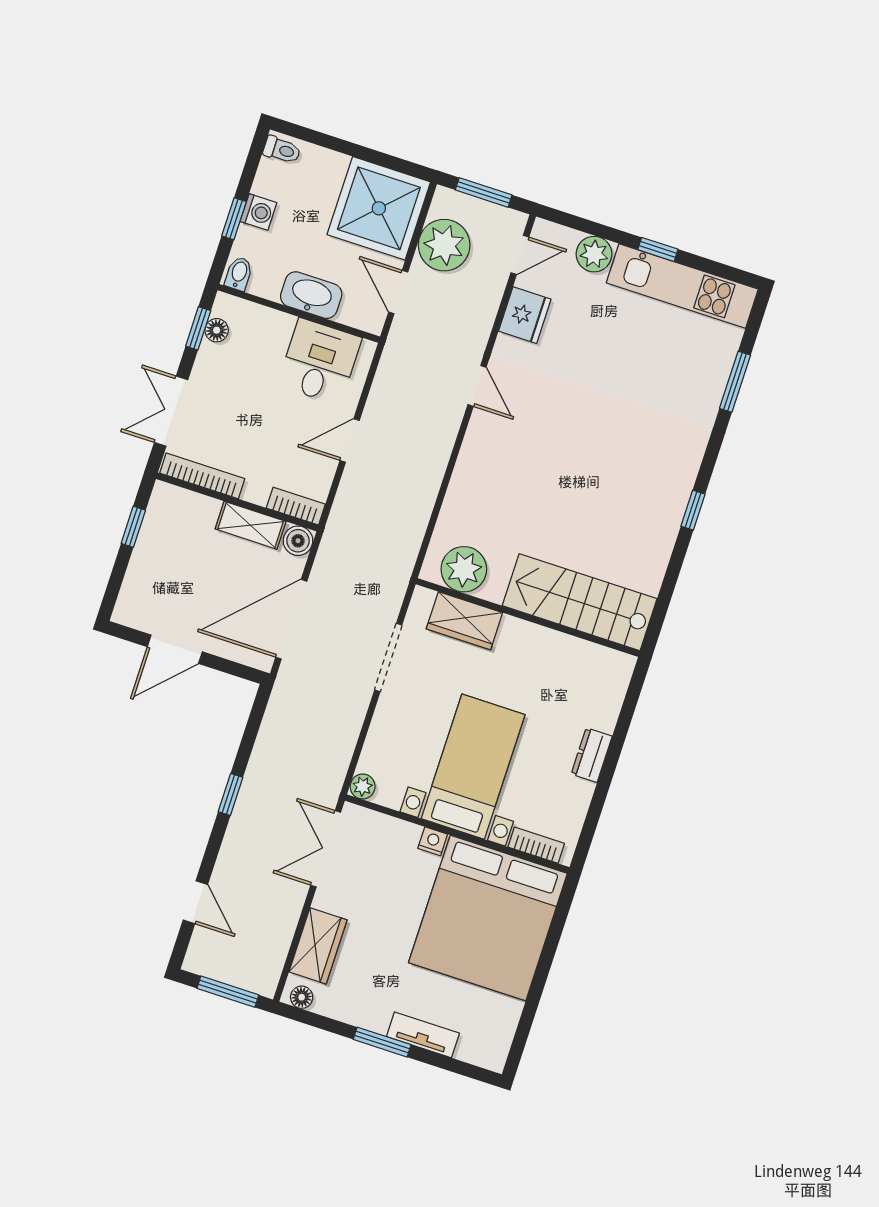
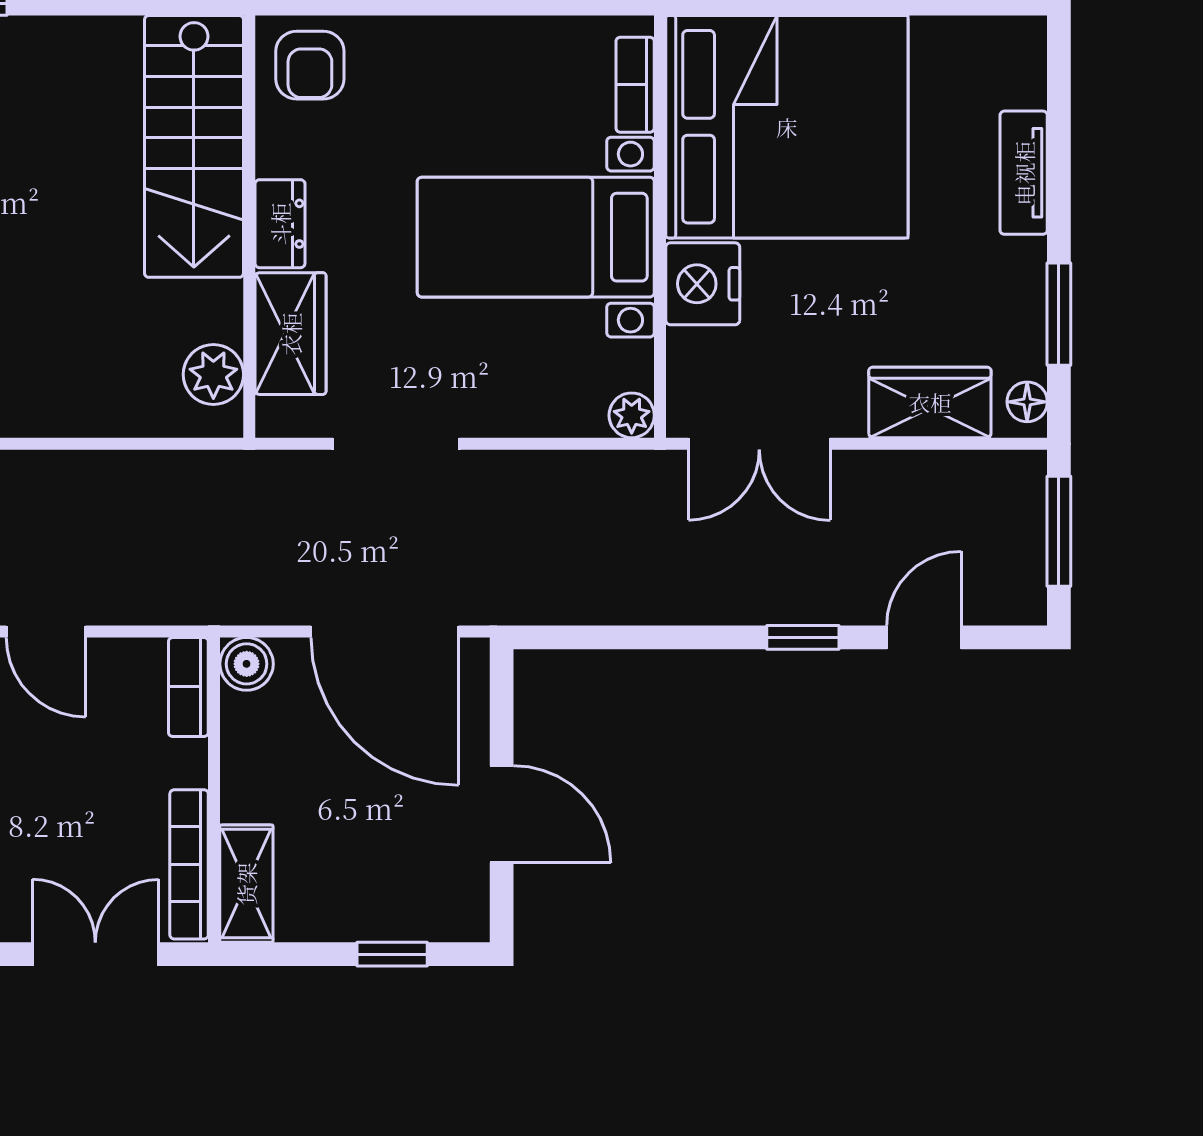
double door: (171, 411) -> (95, 954), swing flipped
shelving: (251, 525) -> (246, 884), moved
window: (133, 527) -> (392, 954), moved
plant: (464, 569) -> (213, 374), width x0.73, depth x0.73
armchair: (603, 677) -> (310, 65), added
dresser: (592, 755) -> (280, 224), moved, turned -90
window: (231, 794) -> (803, 637), moved
nightstand: (433, 841) -> (703, 284), width x1.89, depth x1.79
window: (382, 1042) -> (1059, 314), moved

